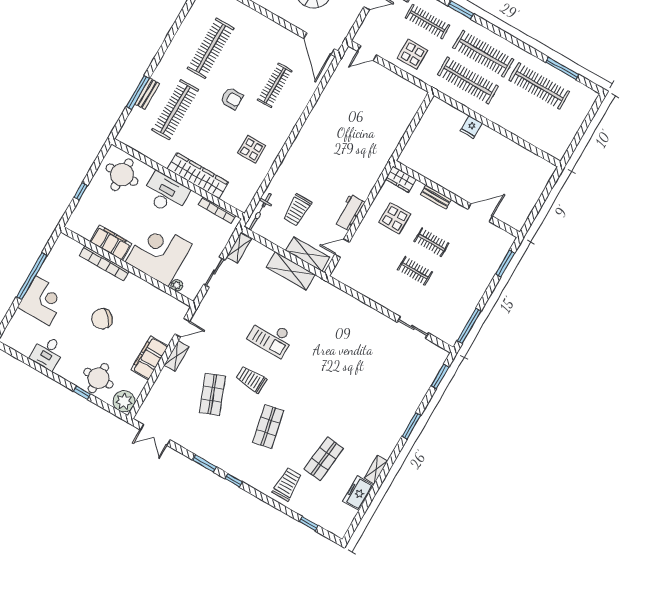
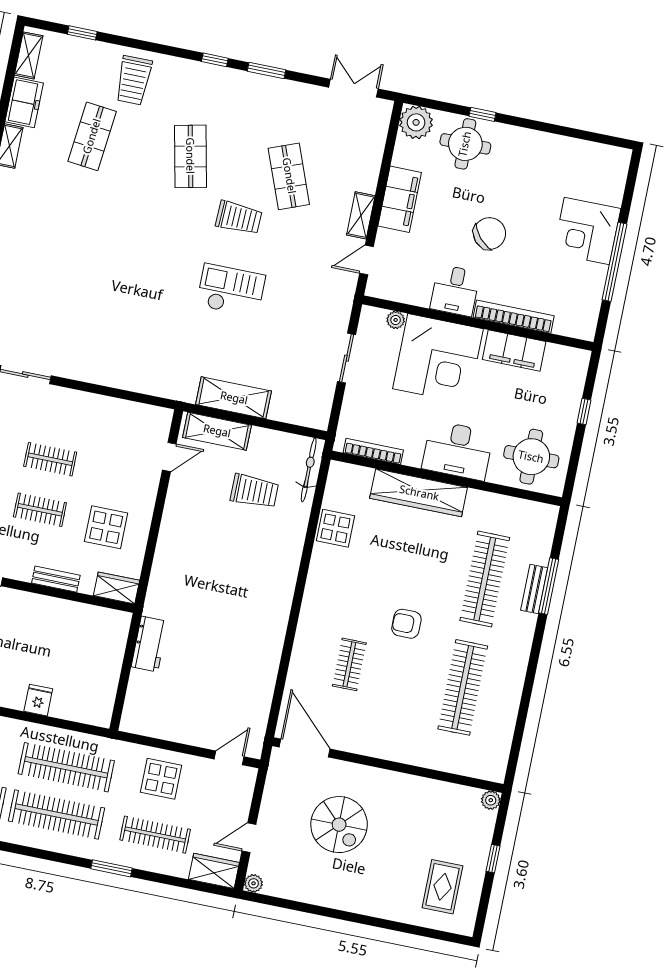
clothes rail: (275, 85) -> (349, 664), width x0.73
display table: (252, 149) -> (335, 528), moved
trolley: (297, 210) -> (254, 491), turned 90
workbench: (350, 212) -> (149, 644), moved
shelving: (239, 248) -> (29, 55), moved
desk: (48, 353) -> (455, 290), moved, turned 180

